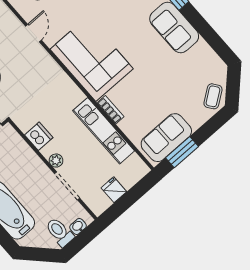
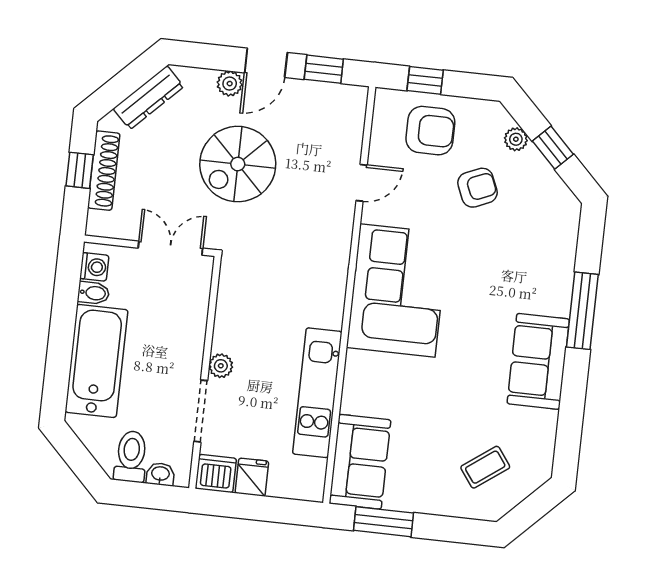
coffee table: (213, 96) -> (485, 467), moved
bookcase: (110, 110) -> (353, 376), removed
dishwasher: (39, 136) -> (216, 474), moved, turned -90
sofa: (166, 138) -> (360, 462), moved, turned 90

